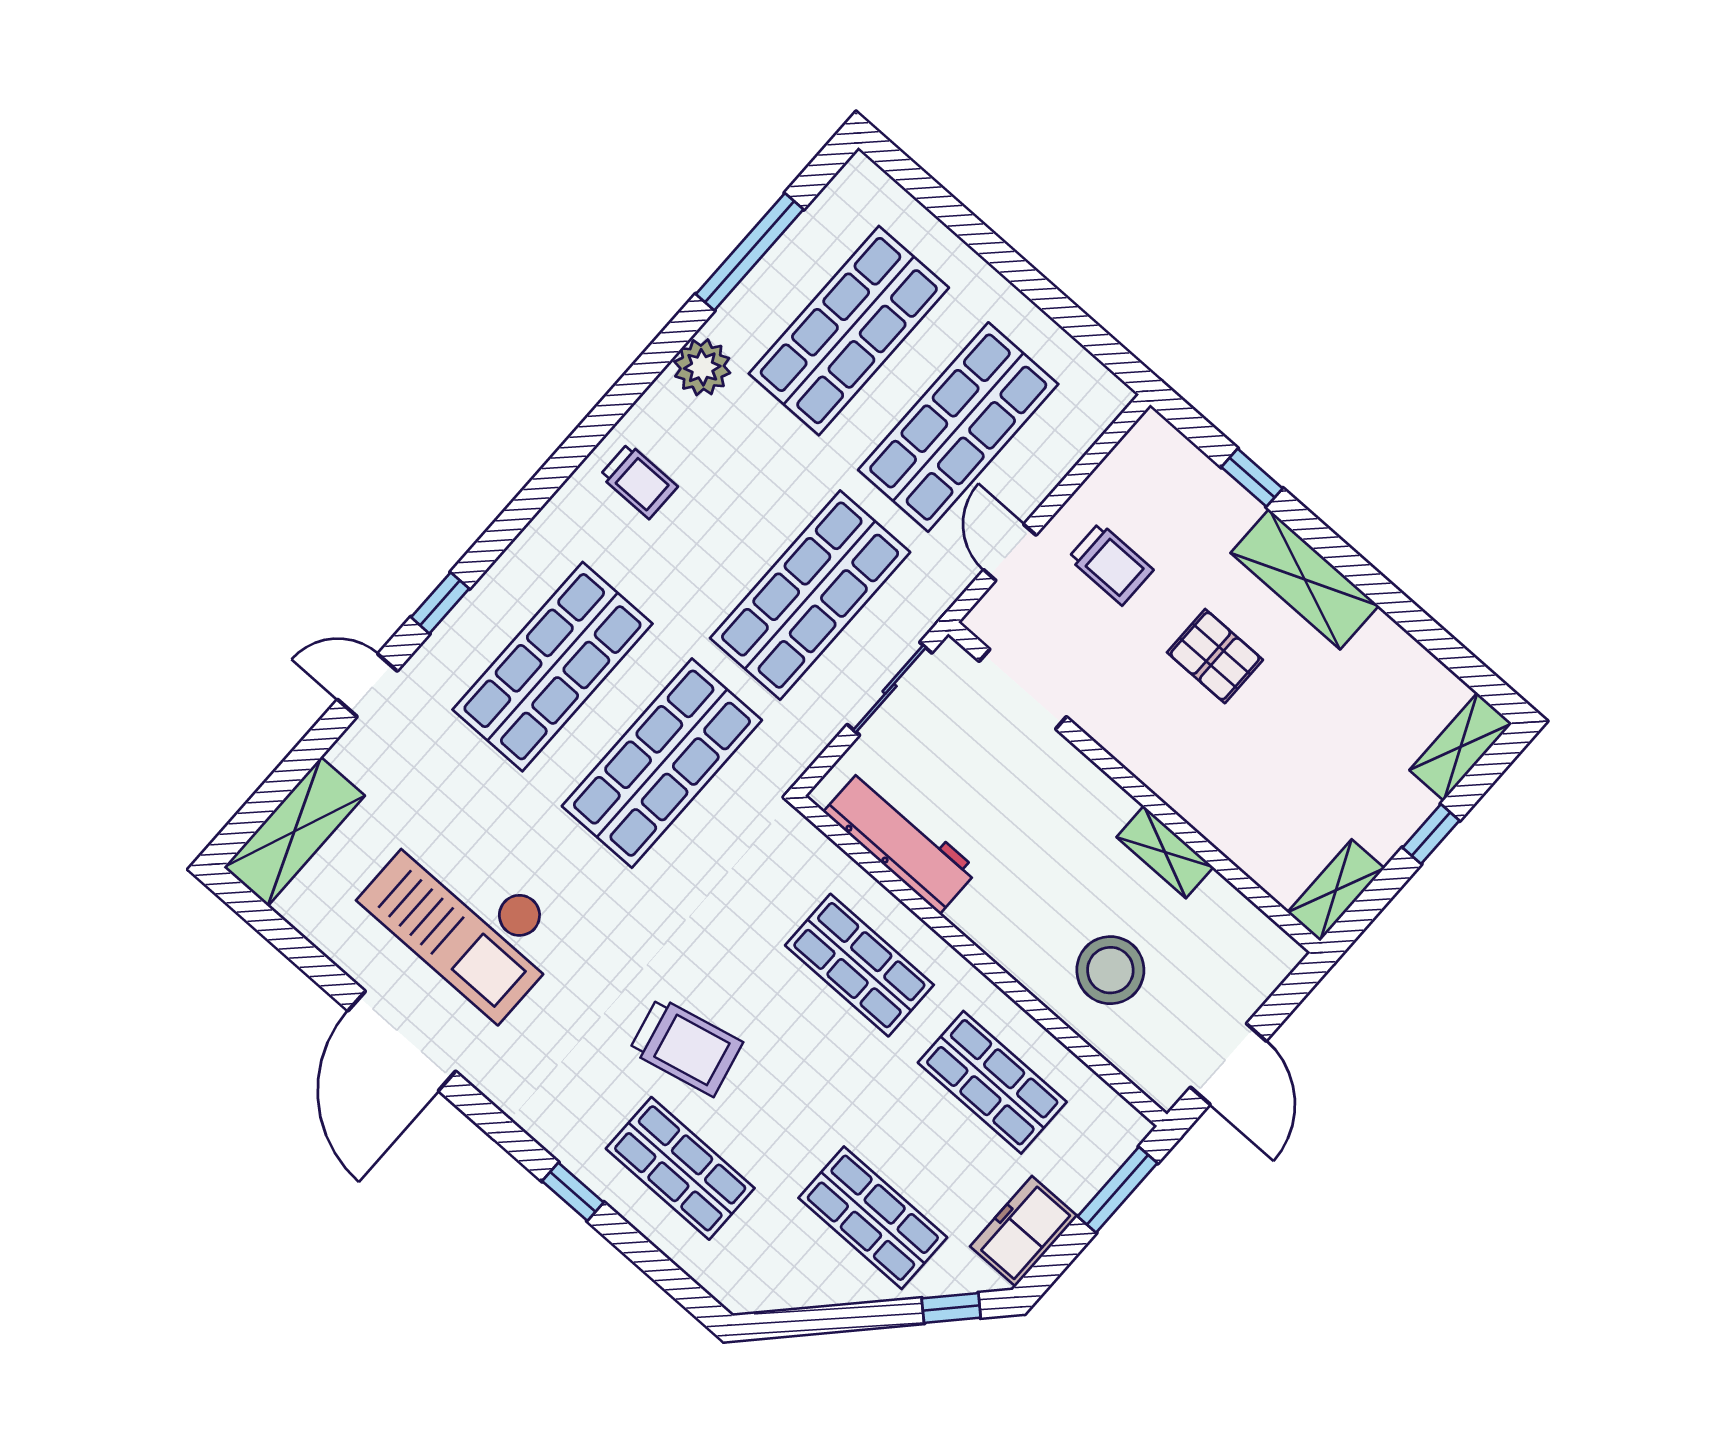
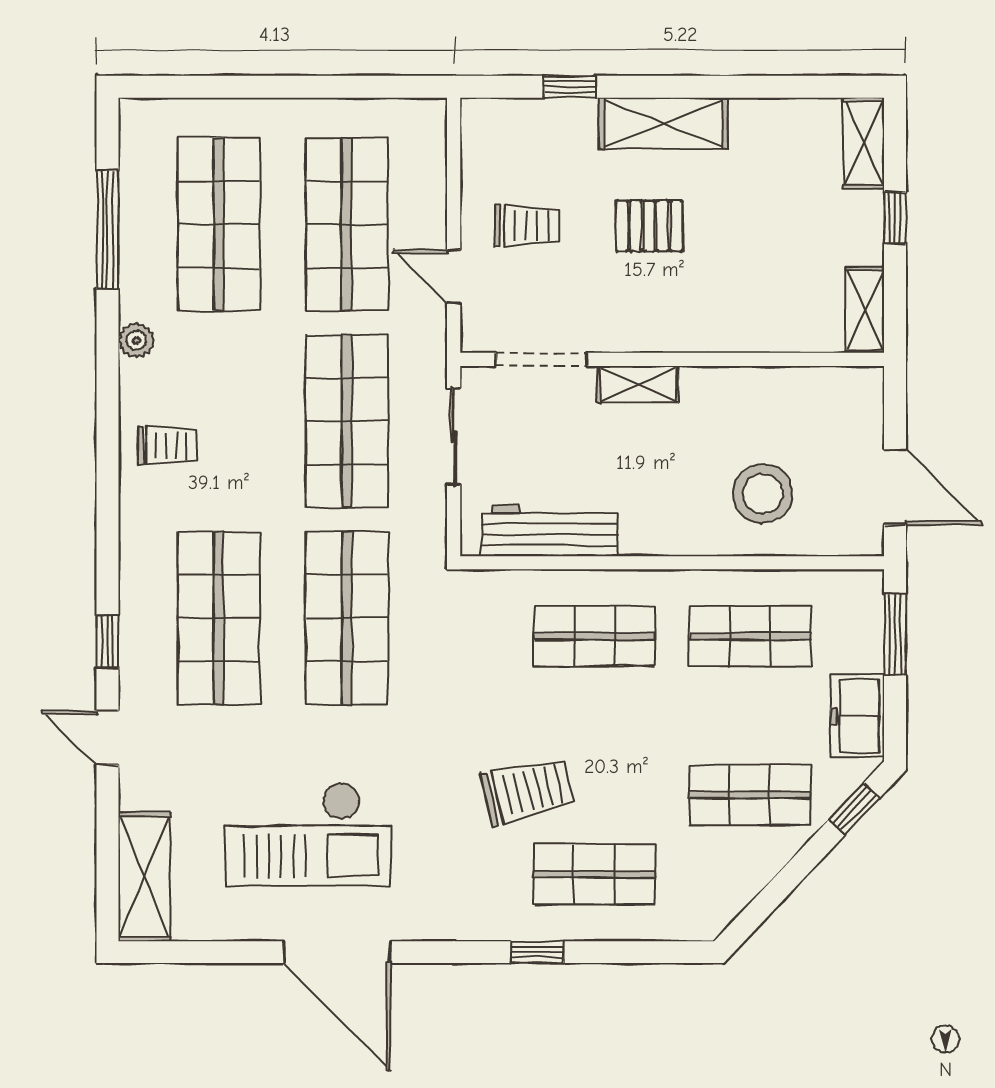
plant: (702, 367) -> (137, 340), width x0.73, depth x0.73
door: (367, 685) -> (108, 738), hinge flipped
shelving: (1165, 852) -> (638, 384), moved

